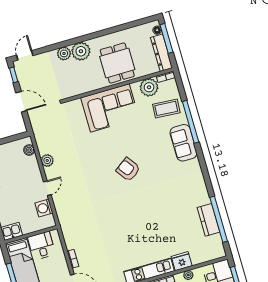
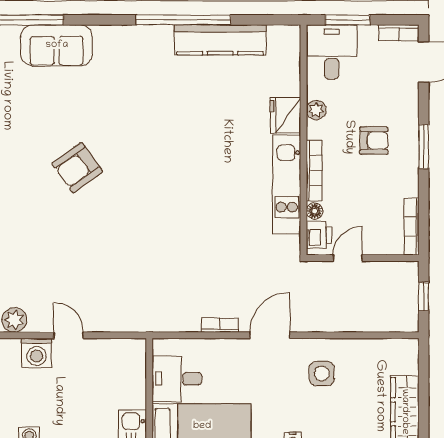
washing machine: (44, 208) -> (37, 353), moved
window: (219, 219) -> (183, 20), moved
kitchen counter: (209, 220) -> (220, 40), width x1.50

